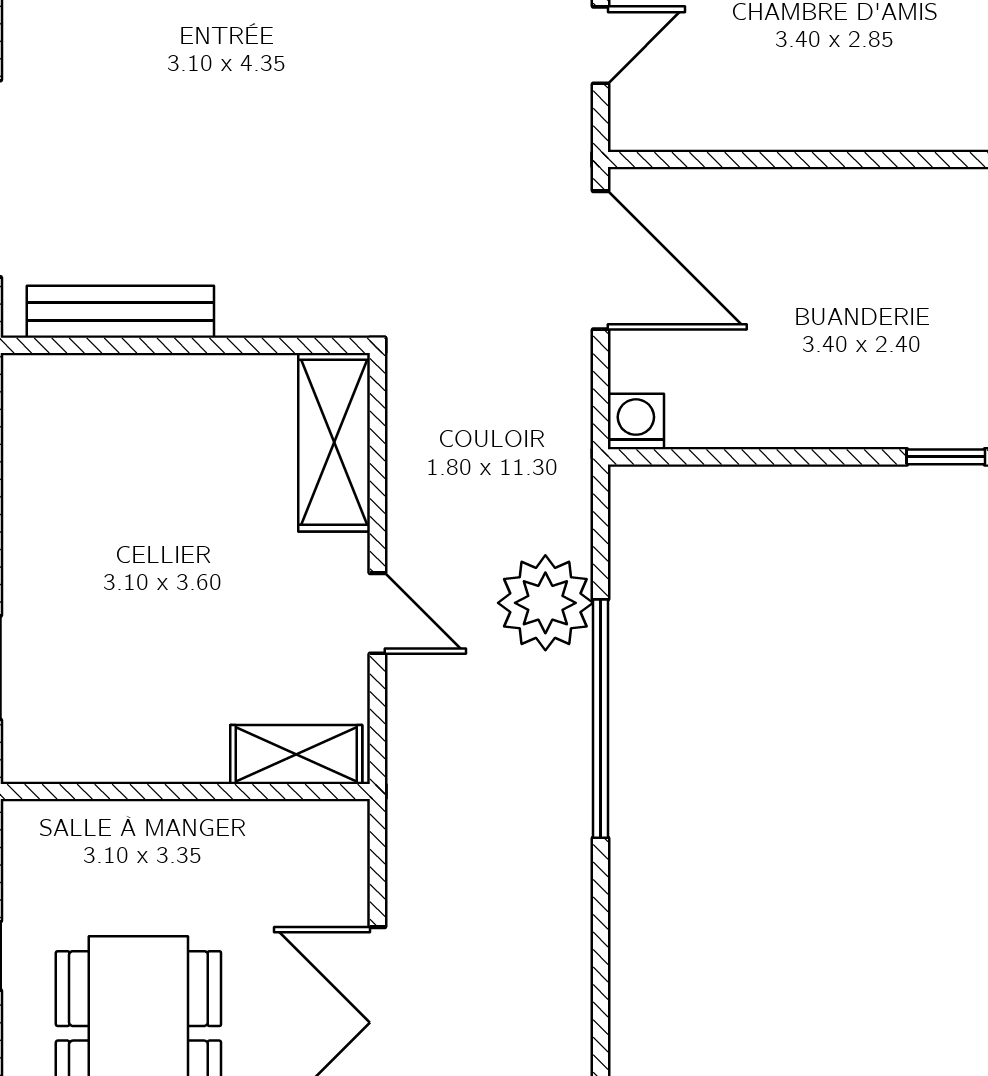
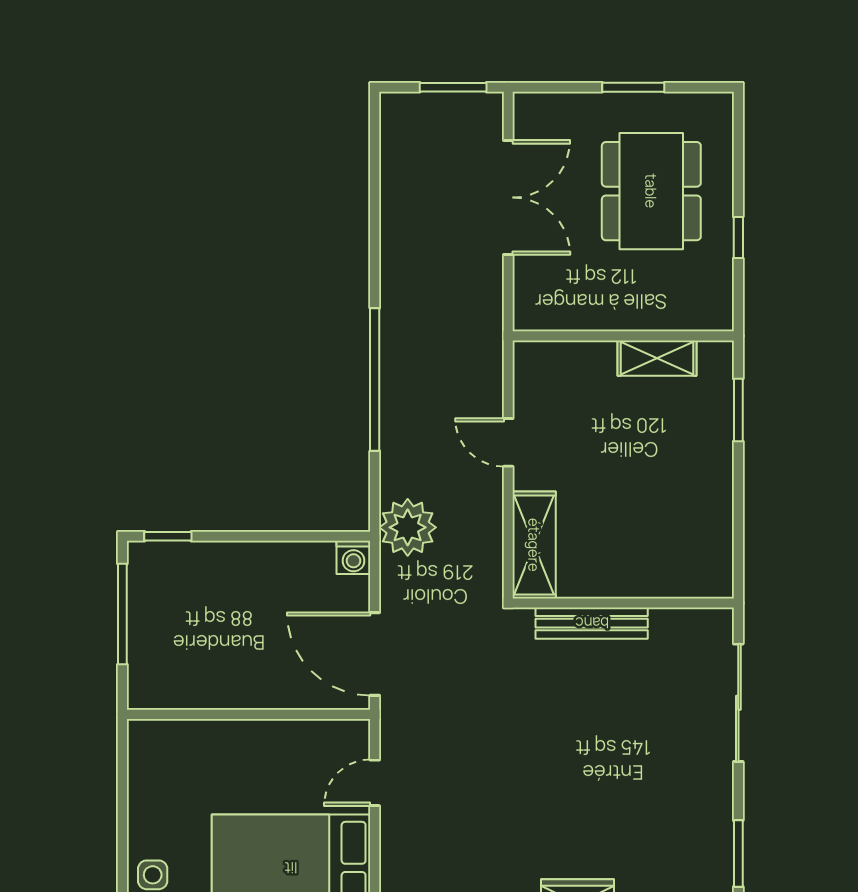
bench: (120, 312) -> (592, 623), moved
plant: (545, 603) -> (408, 527), moved
shelving: (296, 754) -> (657, 358), moved

